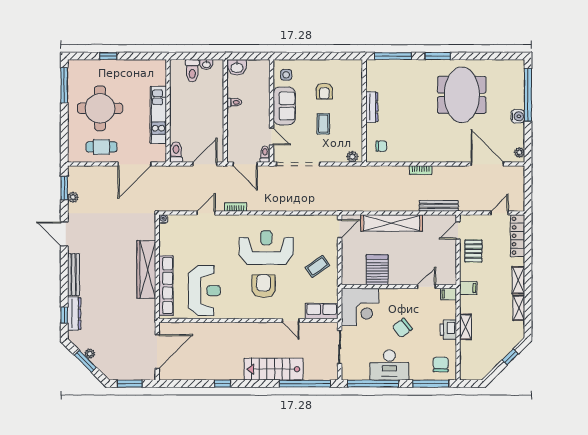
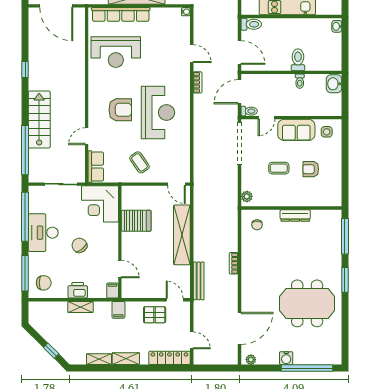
washbasin: (206, 64) -> (337, 26), moved
toilet: (192, 71) -> (298, 60), moved, turned 90

